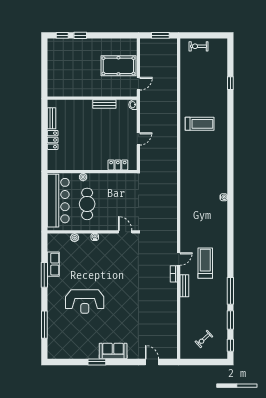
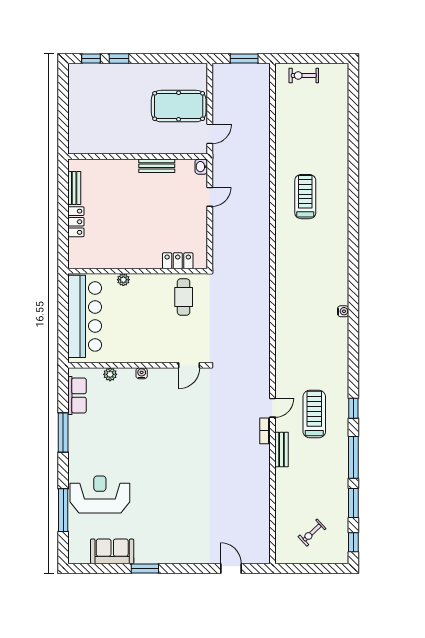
window: (230, 83) -> (353, 408), moved
treadmill: (200, 124) -> (305, 197), turned -90
door: (138, 139) -> (210, 197), moved
cafe table: (87, 204) -> (184, 297), moved, width x0.73, depth x0.74
door: (125, 232) -> (189, 365), swing flipped
row of seats: (53, 264) -> (77, 395), moved
reception desk: (85, 302) -> (100, 494), moved, turned 180
sofa: (113, 351) -> (112, 551), moved

